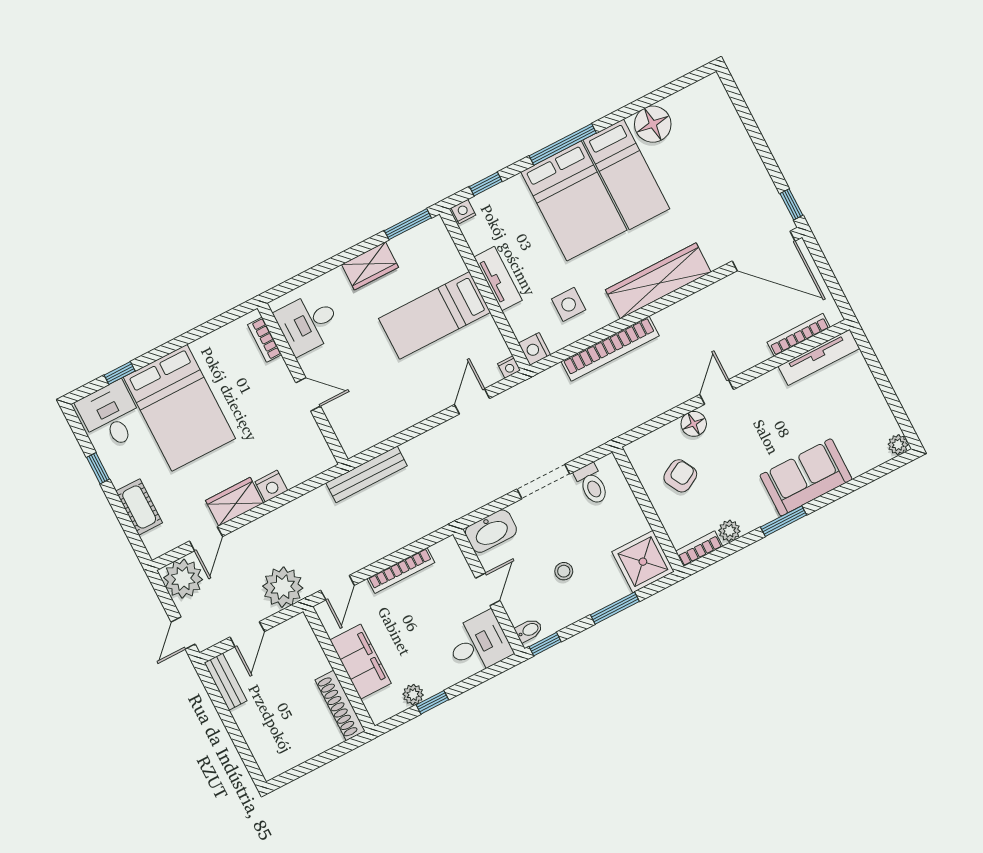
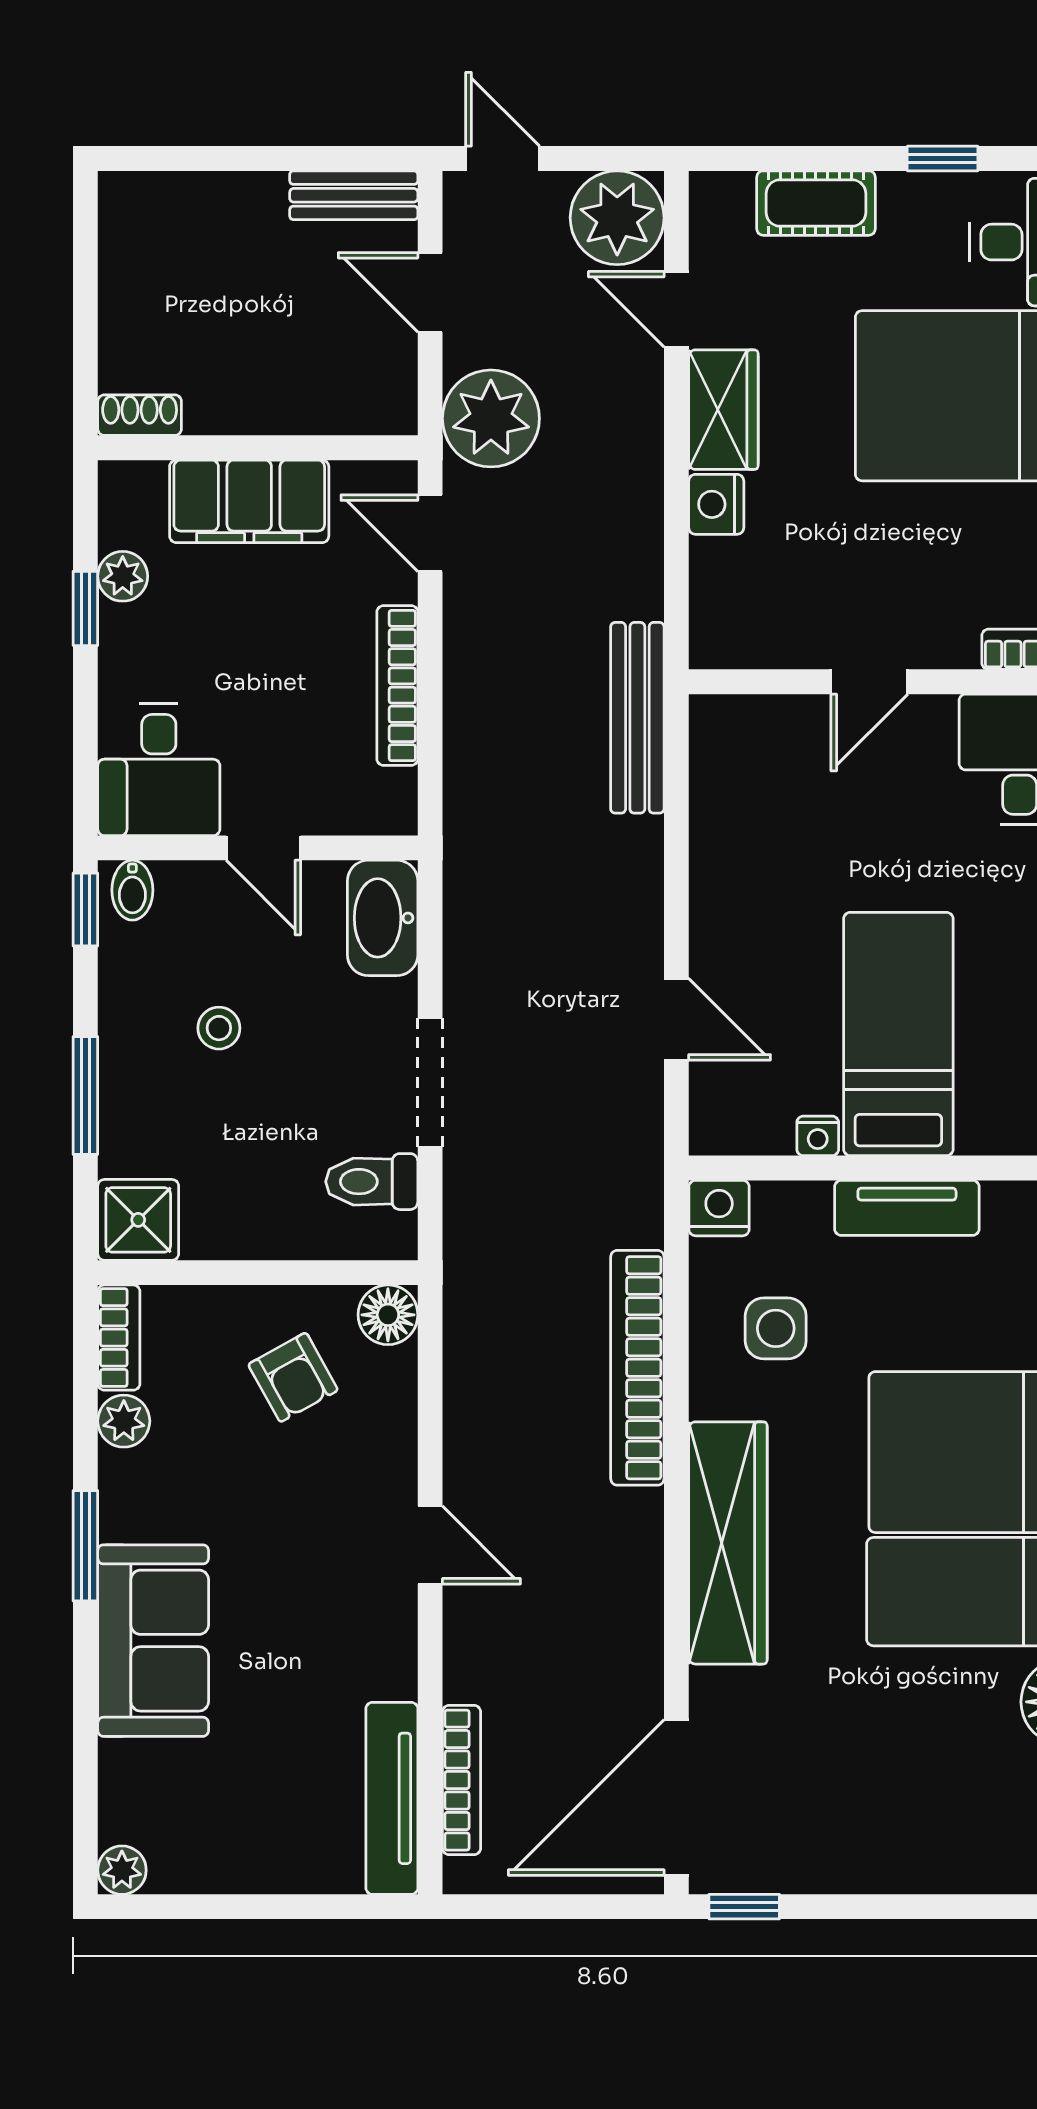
nightstand: (509, 367) -> (818, 1136), moved, turned -90
floor lamp: (694, 424) -> (388, 1315), moved
shower: (643, 562) -> (138, 1220), width x0.73, depth x0.73
shoe rack: (340, 706) -> (140, 415), width x0.51, depth x0.81

